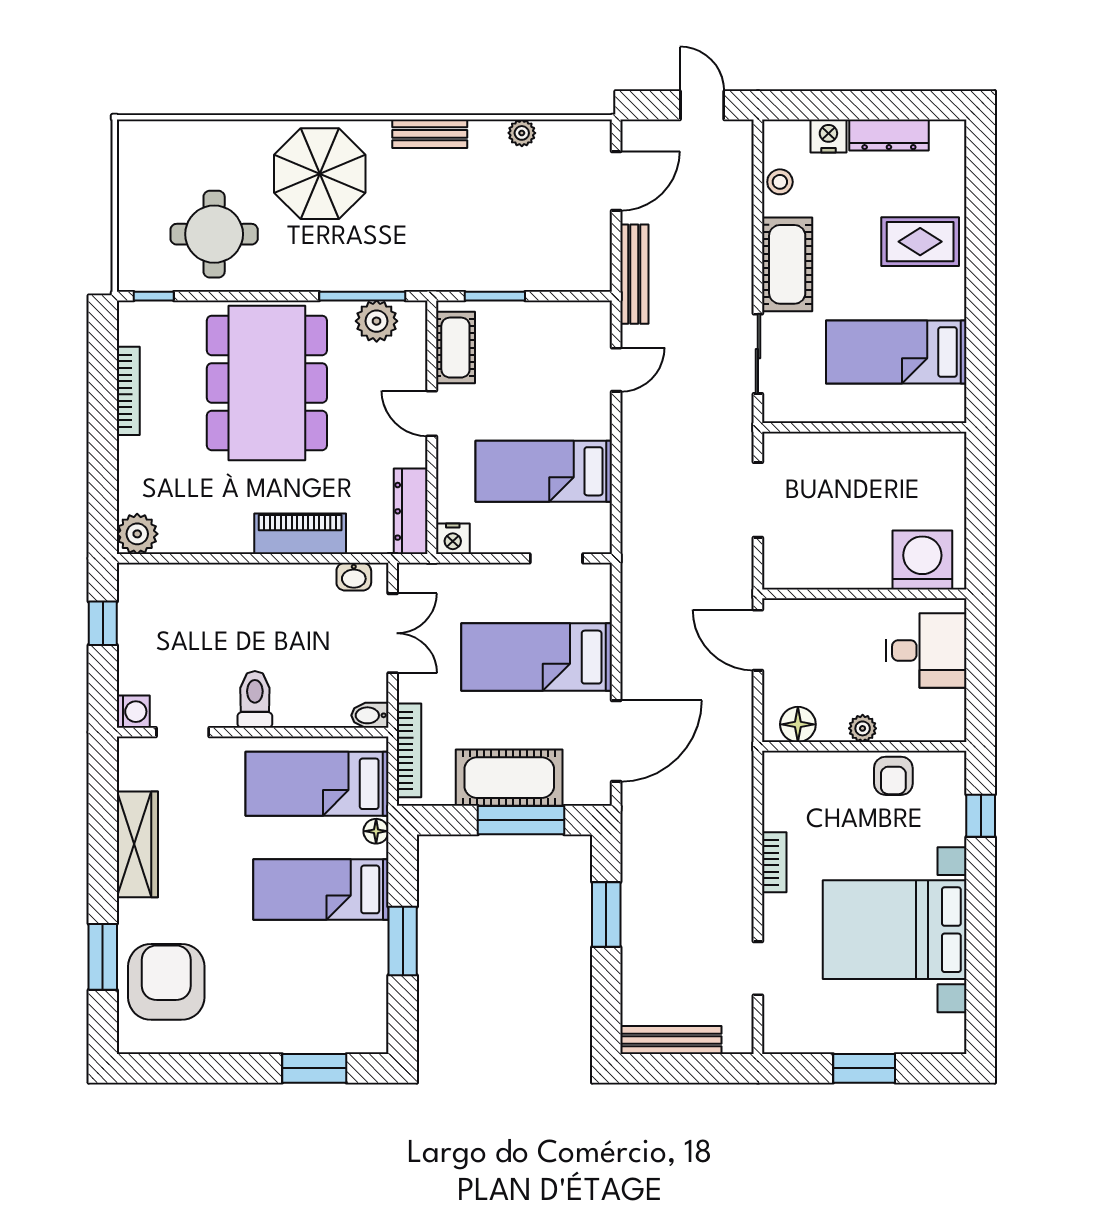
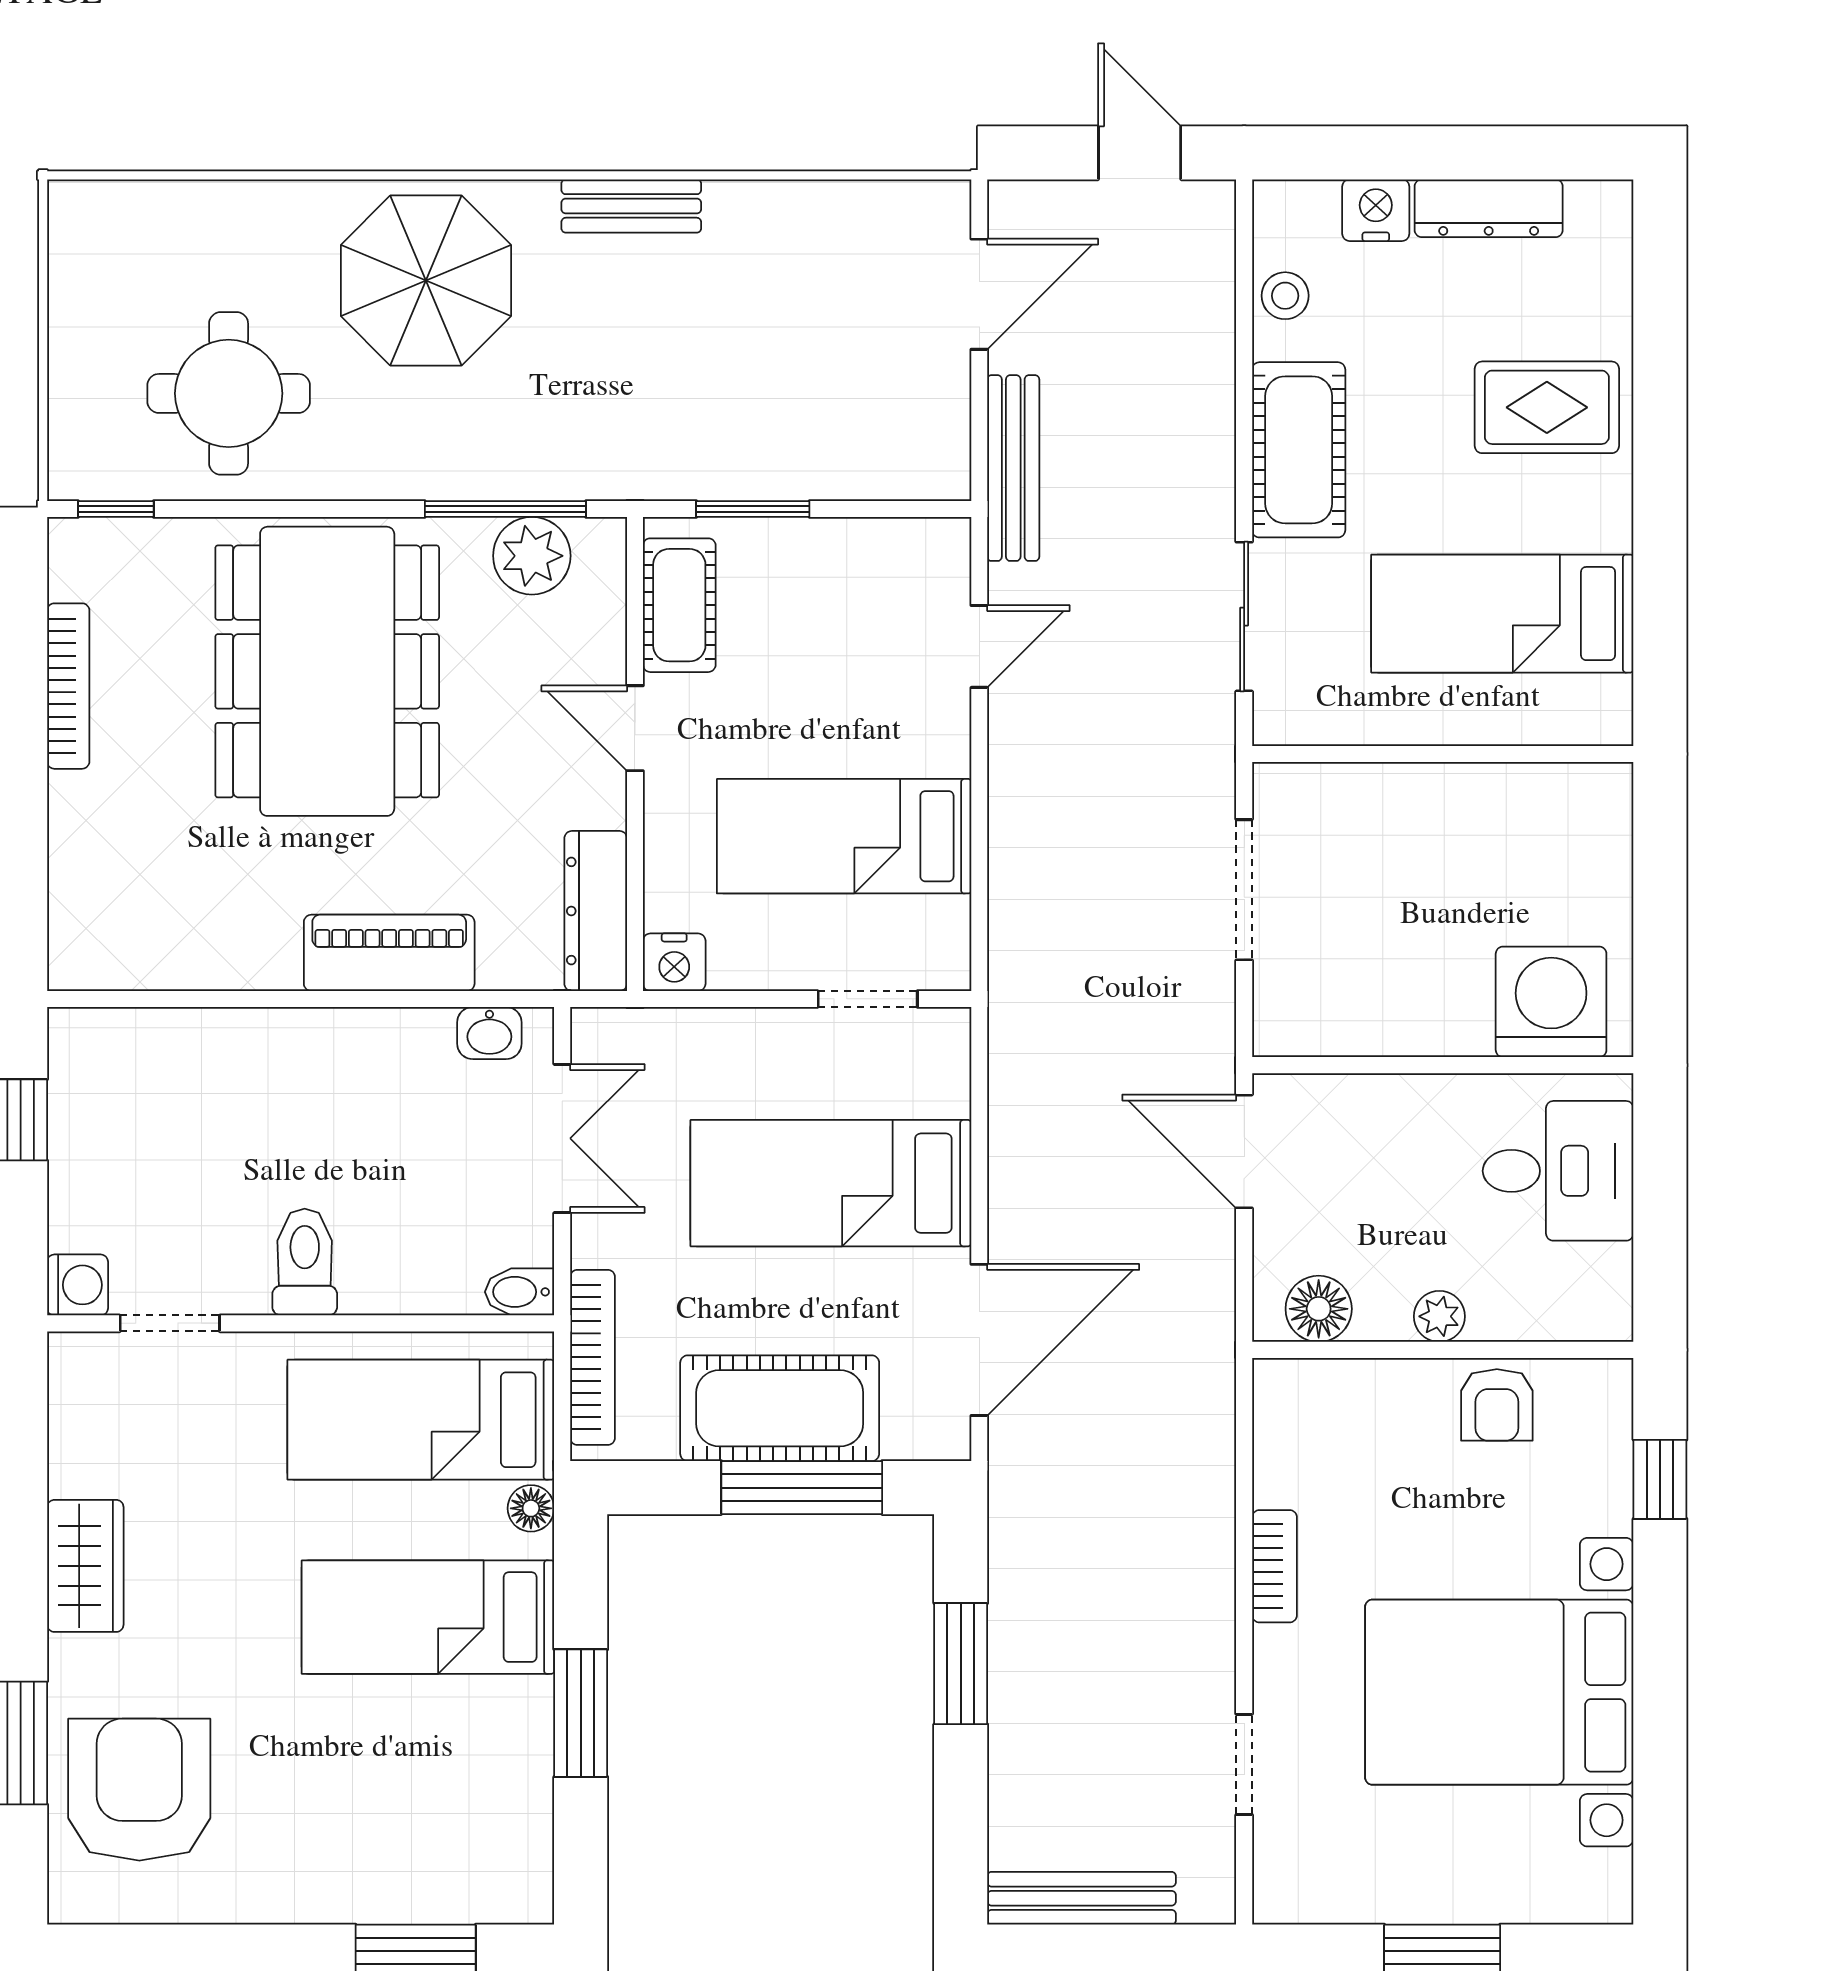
plant: (522, 133) -> (803, 205), removed
plant: (137, 534) -> (85, 953), removed
wardrobe: (137, 844) -> (85, 1566), width x0.67

